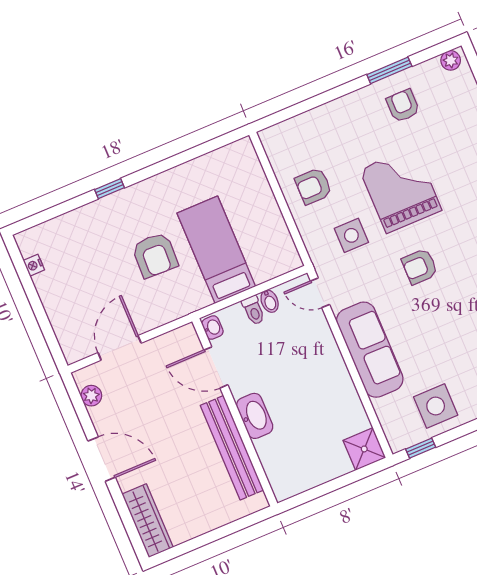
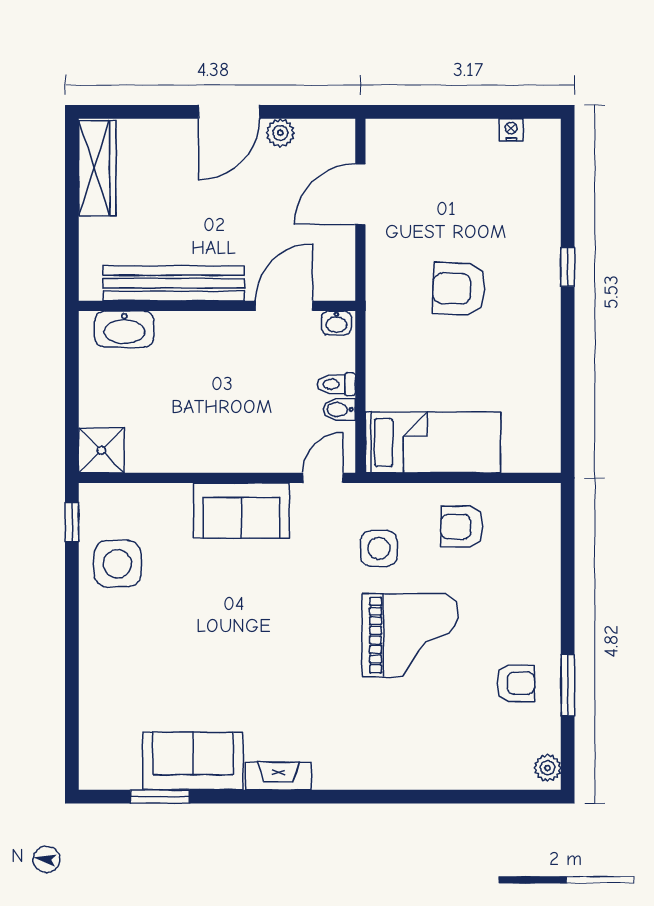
armchair: (313, 186) -> (462, 527), turned -90
bed: (216, 250) -> (433, 442), moved
armchair: (420, 267) -> (303, 618), removed
door: (120, 348) -> (360, 194), swing flipped
sofa: (370, 350) -> (241, 511), width x0.73
plant: (91, 396) -> (280, 133), moved
washbasin: (255, 416) -> (124, 329), moved
wardrobe: (147, 521) -> (97, 168), moved, turned -90

